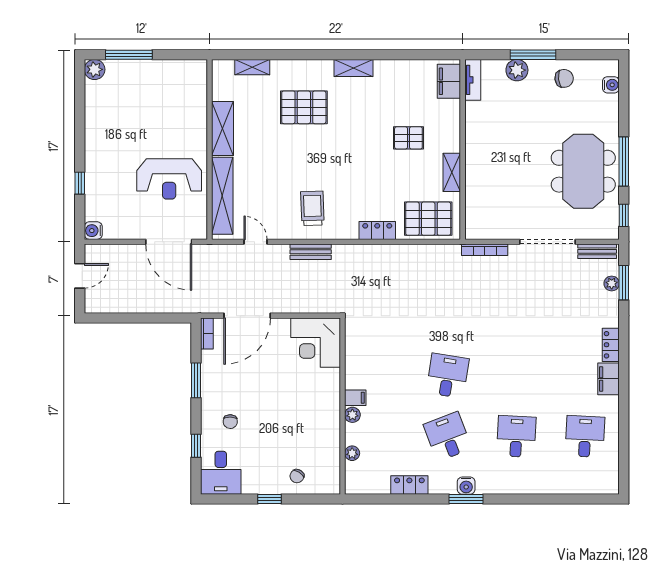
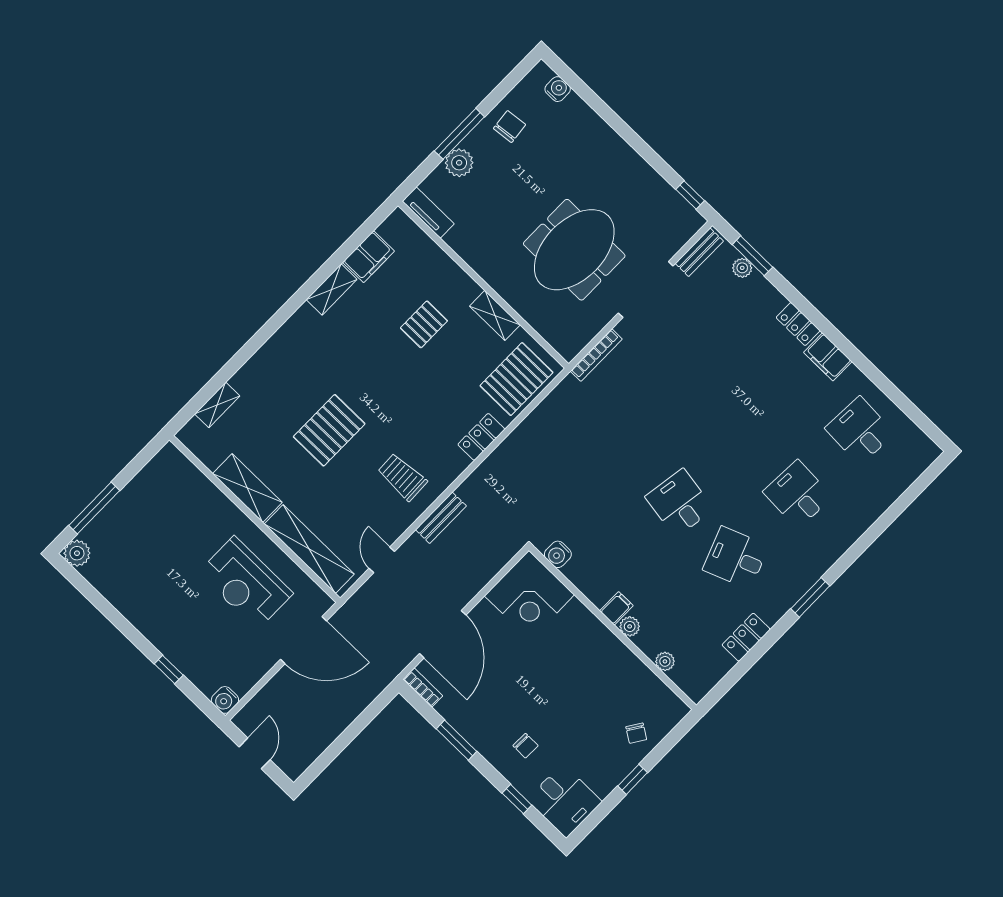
shelving: (353, 68) -> (332, 289), moved
filing cabinet: (449, 81) -> (369, 257), moved, turned -90
pallet: (304, 107) -> (329, 430), moved
window: (624, 161) -> (640, 146), removed
meeting table: (583, 171) -> (574, 250), moved, turned 90
reception desk: (169, 179) -> (246, 583), turned 90
door: (255, 242) -> (382, 560), hinge flipped
water cooler: (466, 486) -> (558, 554), moved, turned 90

